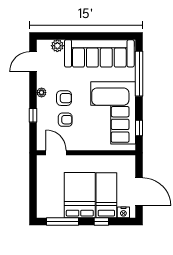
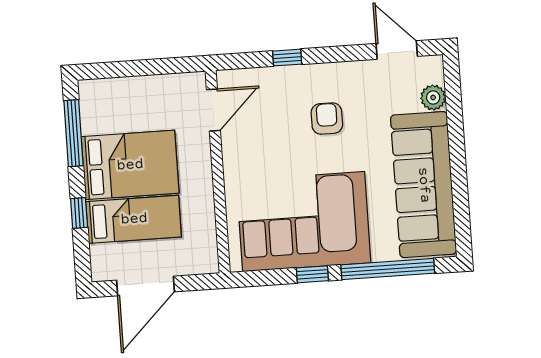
plant: (41, 93) -> (335, 72), removed
armchair: (64, 98) -> (327, 119), turned 180
armchair: (65, 120) -> (283, 124), removed
window: (139, 128) -> (312, 274), moved
nightstand: (123, 212) -> (101, 257), removed

